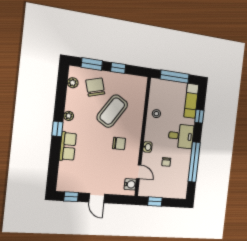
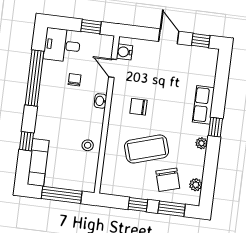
coffee table: (112, 111) -> (147, 149), turned 41
desk: (181, 136) -> (62, 45), moved

